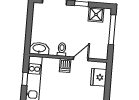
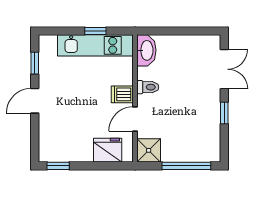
shower: (96, 15) -> (149, 150), moved
door: (81, 59) -> (135, 119), swing flipped

